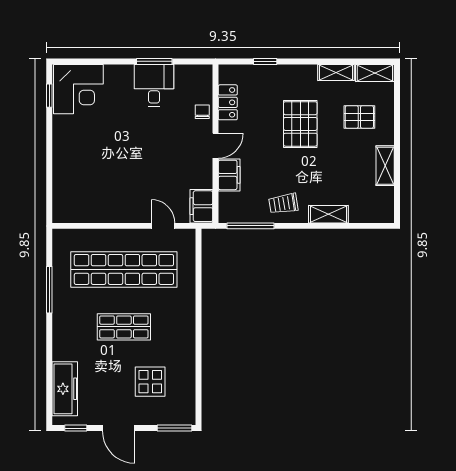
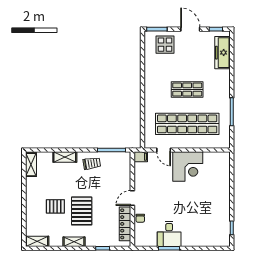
shelving: (336, 72) -> (74, 242), moved
corner desk: (78, 89) -> (188, 167), moved, turned 180
locker: (228, 102) -> (125, 224), width x1.53
pallet: (359, 117) -> (55, 206), moved
shelving: (385, 166) -> (31, 165), moved
filing cabinet: (229, 175) -> (124, 180), removed
filing cabinet: (201, 206) -> (141, 157), width x0.50
display table: (150, 382) -> (165, 45), moved

